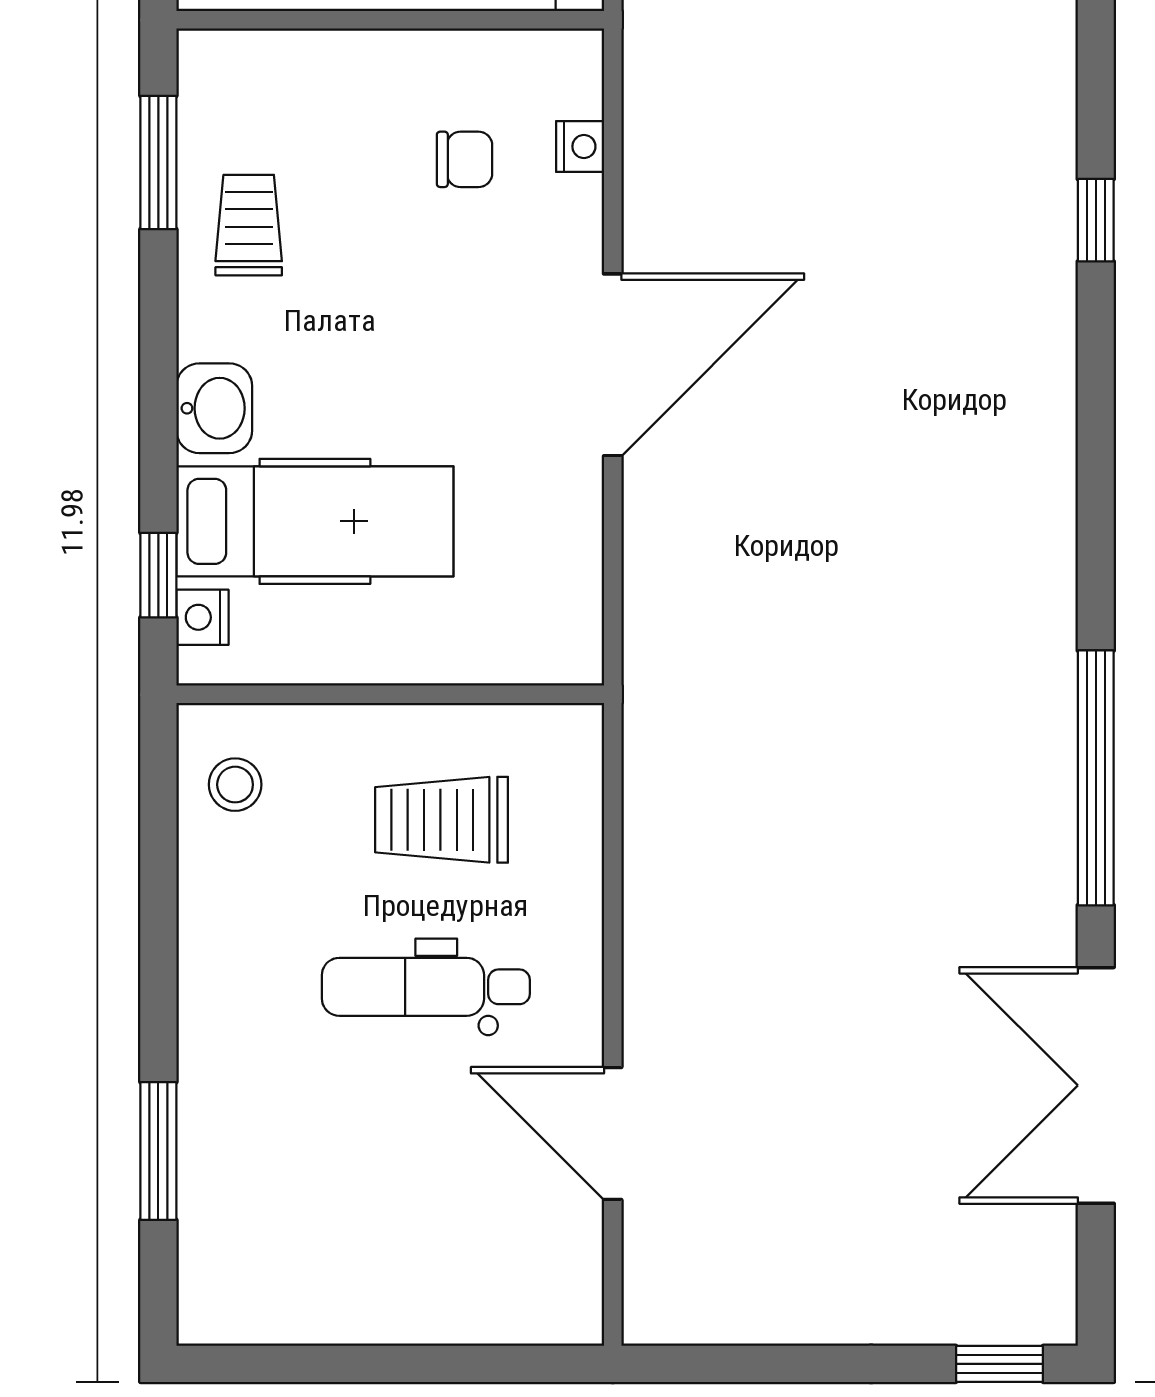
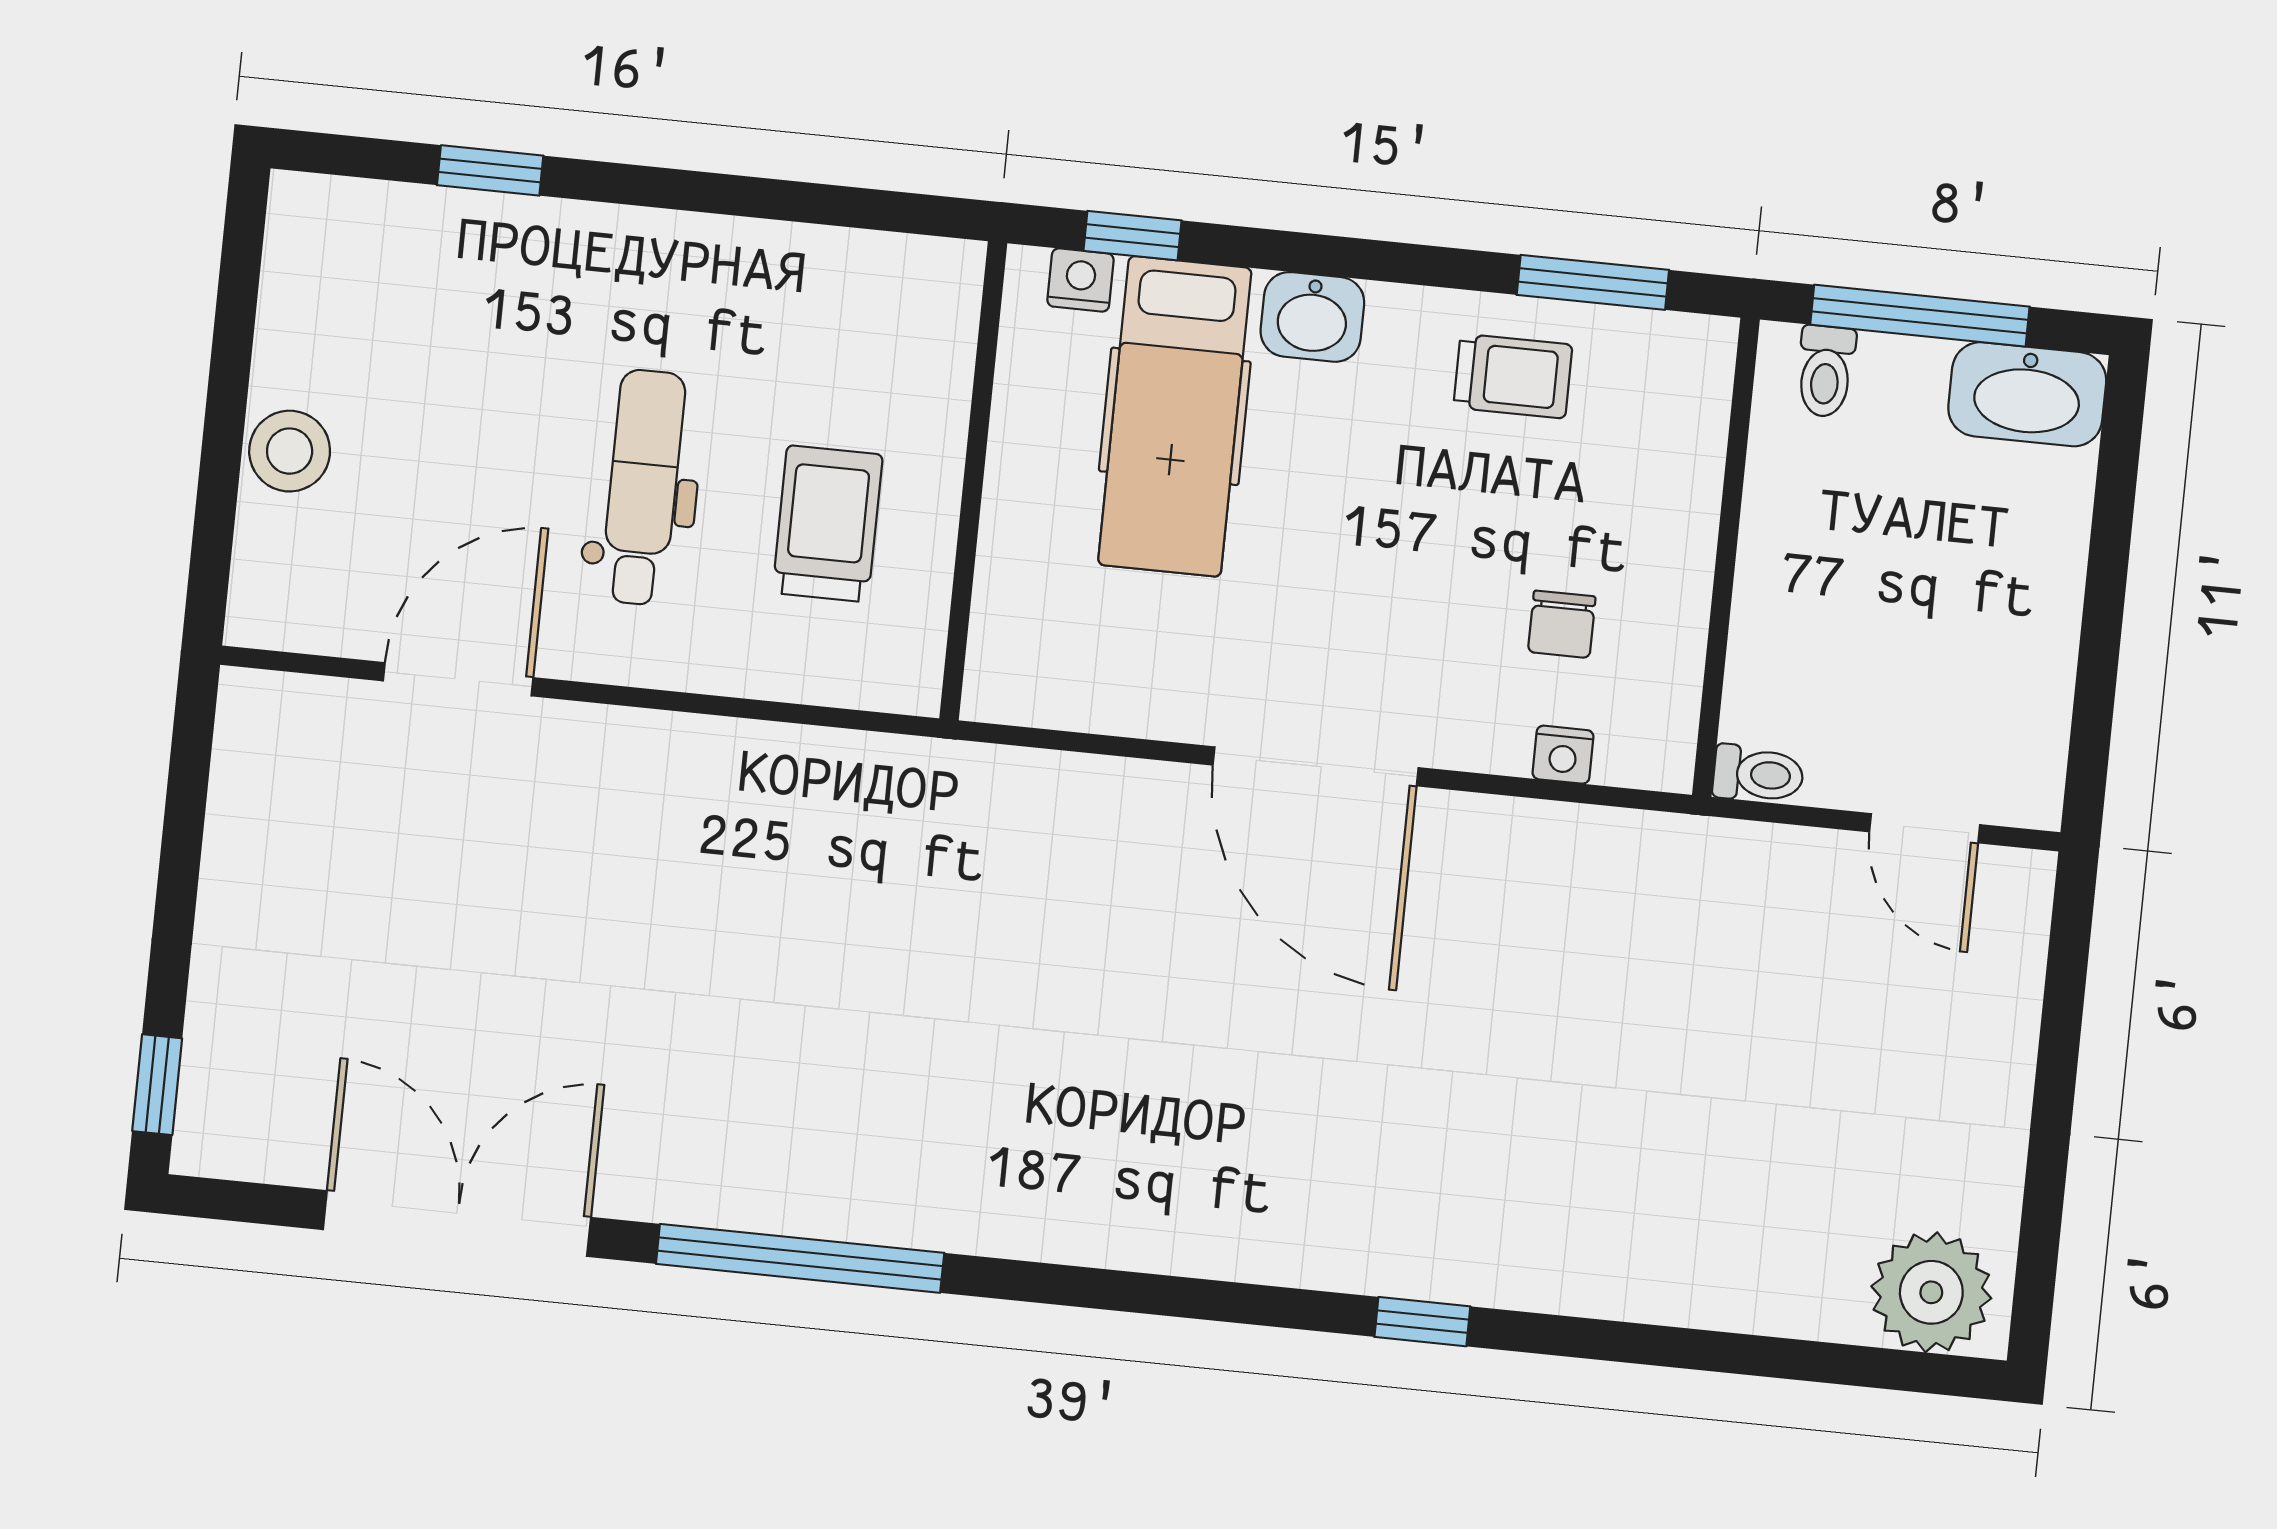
stool: (235, 785) -> (290, 451), moved, width x1.37, depth x1.37
window: (158, 1151) -> (490, 170), width x0.67

